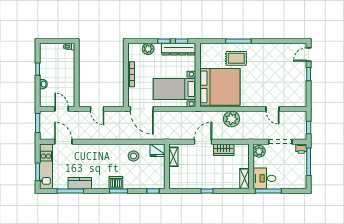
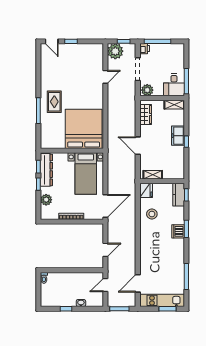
rug: (236, 58) -> (54, 102), moved
plant: (232, 119) -> (115, 51), moved
wardrobe: (224, 150) -> (146, 115), moved
freezer: (213, 182) -> (178, 136), added
kitchen counter: (80, 183) -> (179, 195), moved

